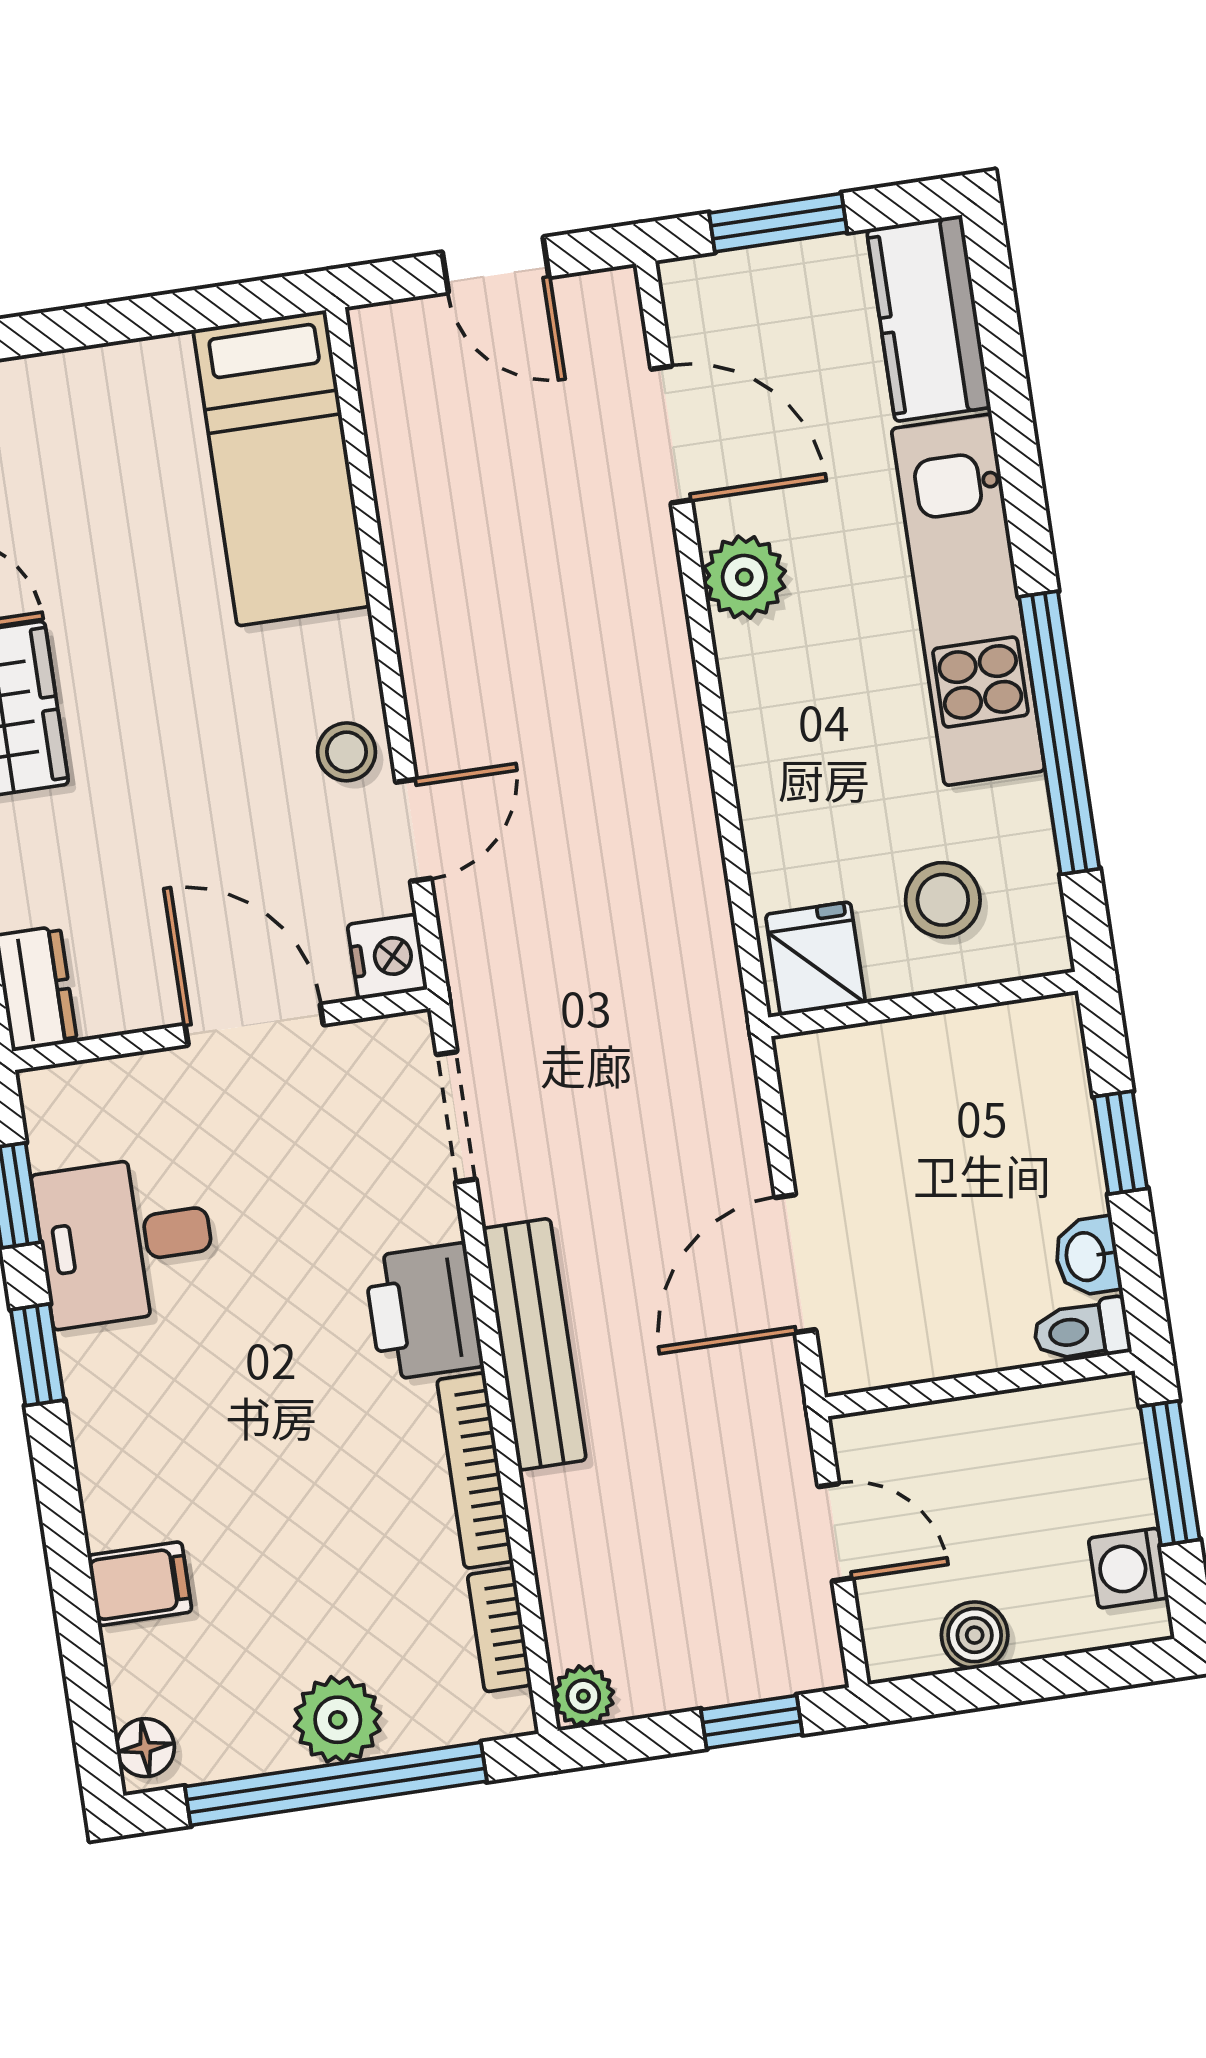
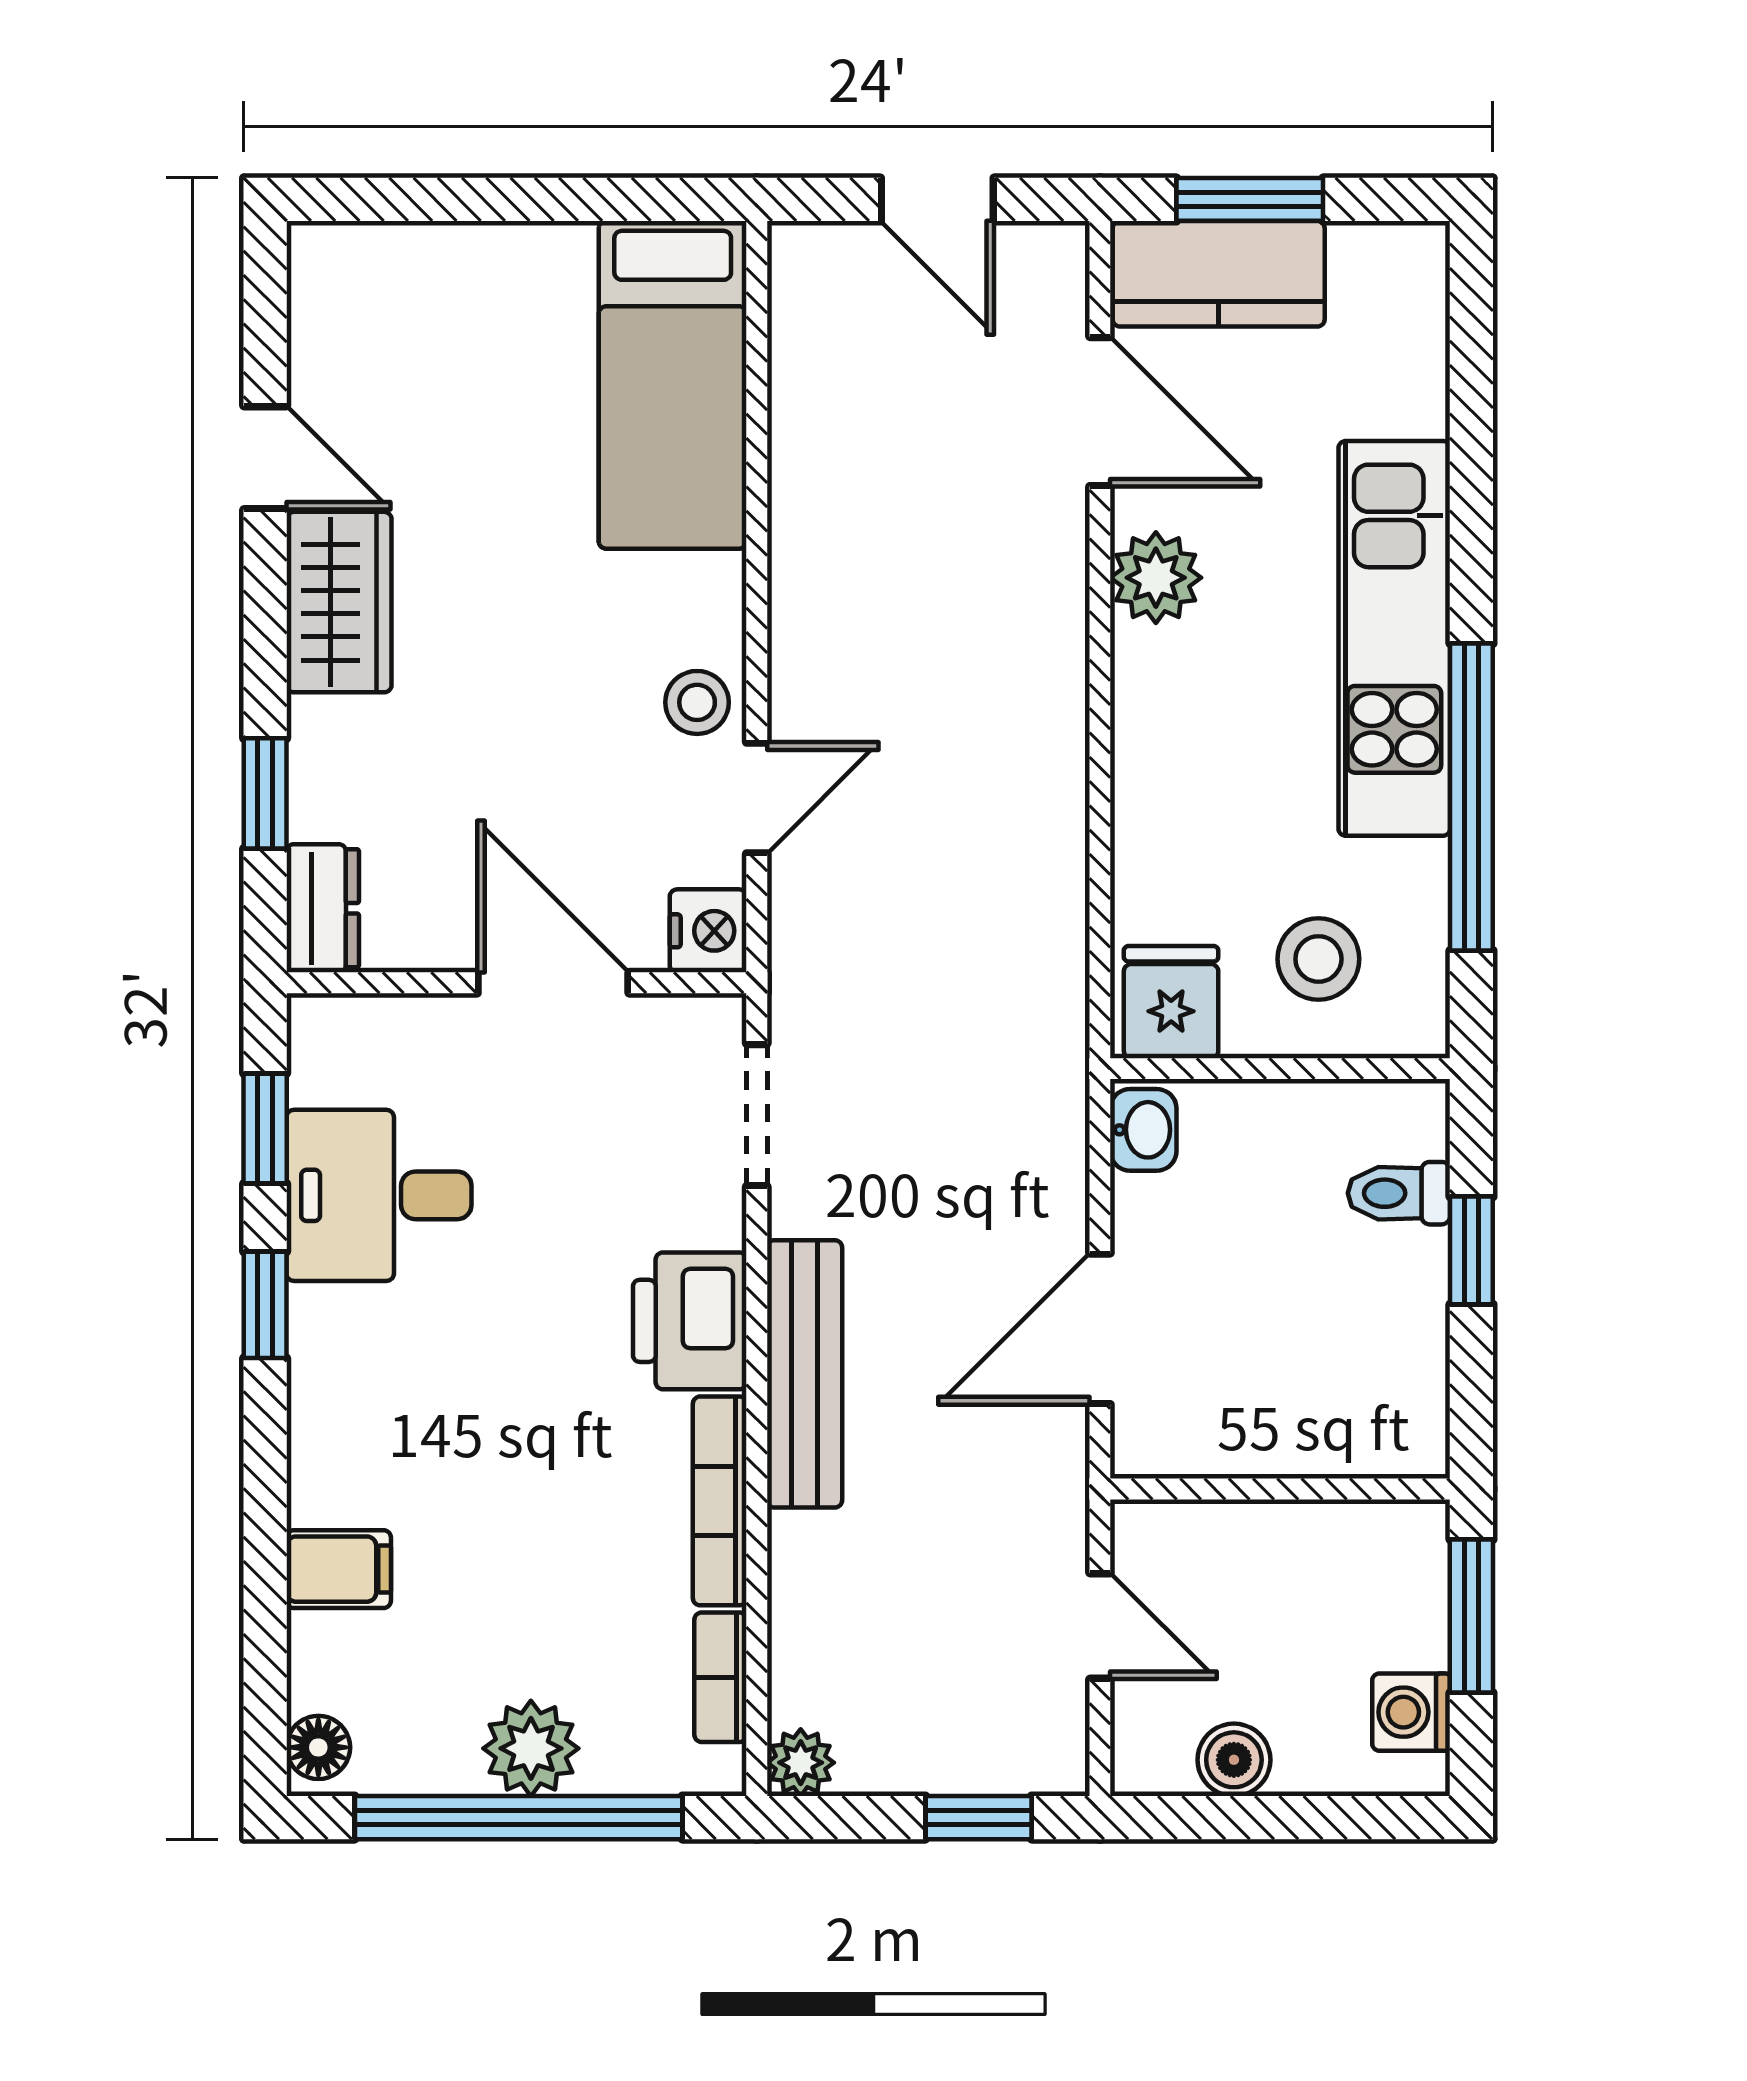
kitchen counter: (929, 319) -> (1219, 274), moved, turned -90
washbasin: (1087, 1256) -> (1143, 1130), moved, turned 180
toilet: (1082, 1330) -> (1399, 1193), moved

